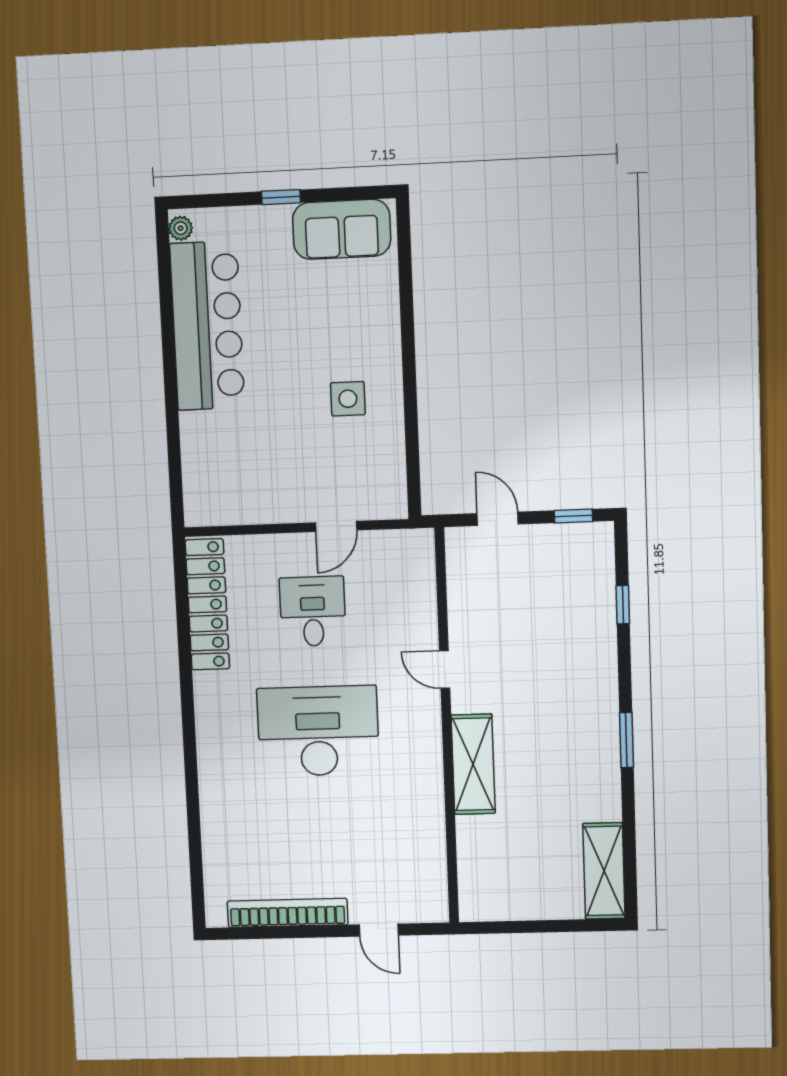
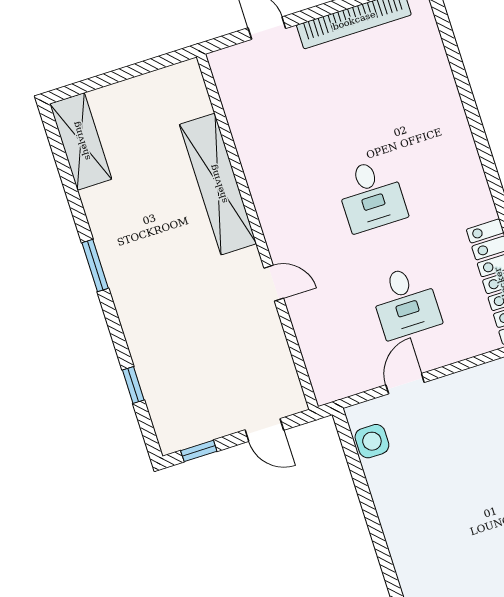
side table: (348, 399) -> (372, 441), moved
desk: (318, 731) -> (371, 195), width x0.53, depth x0.77
shelving: (473, 764) -> (218, 184), width x1.47

